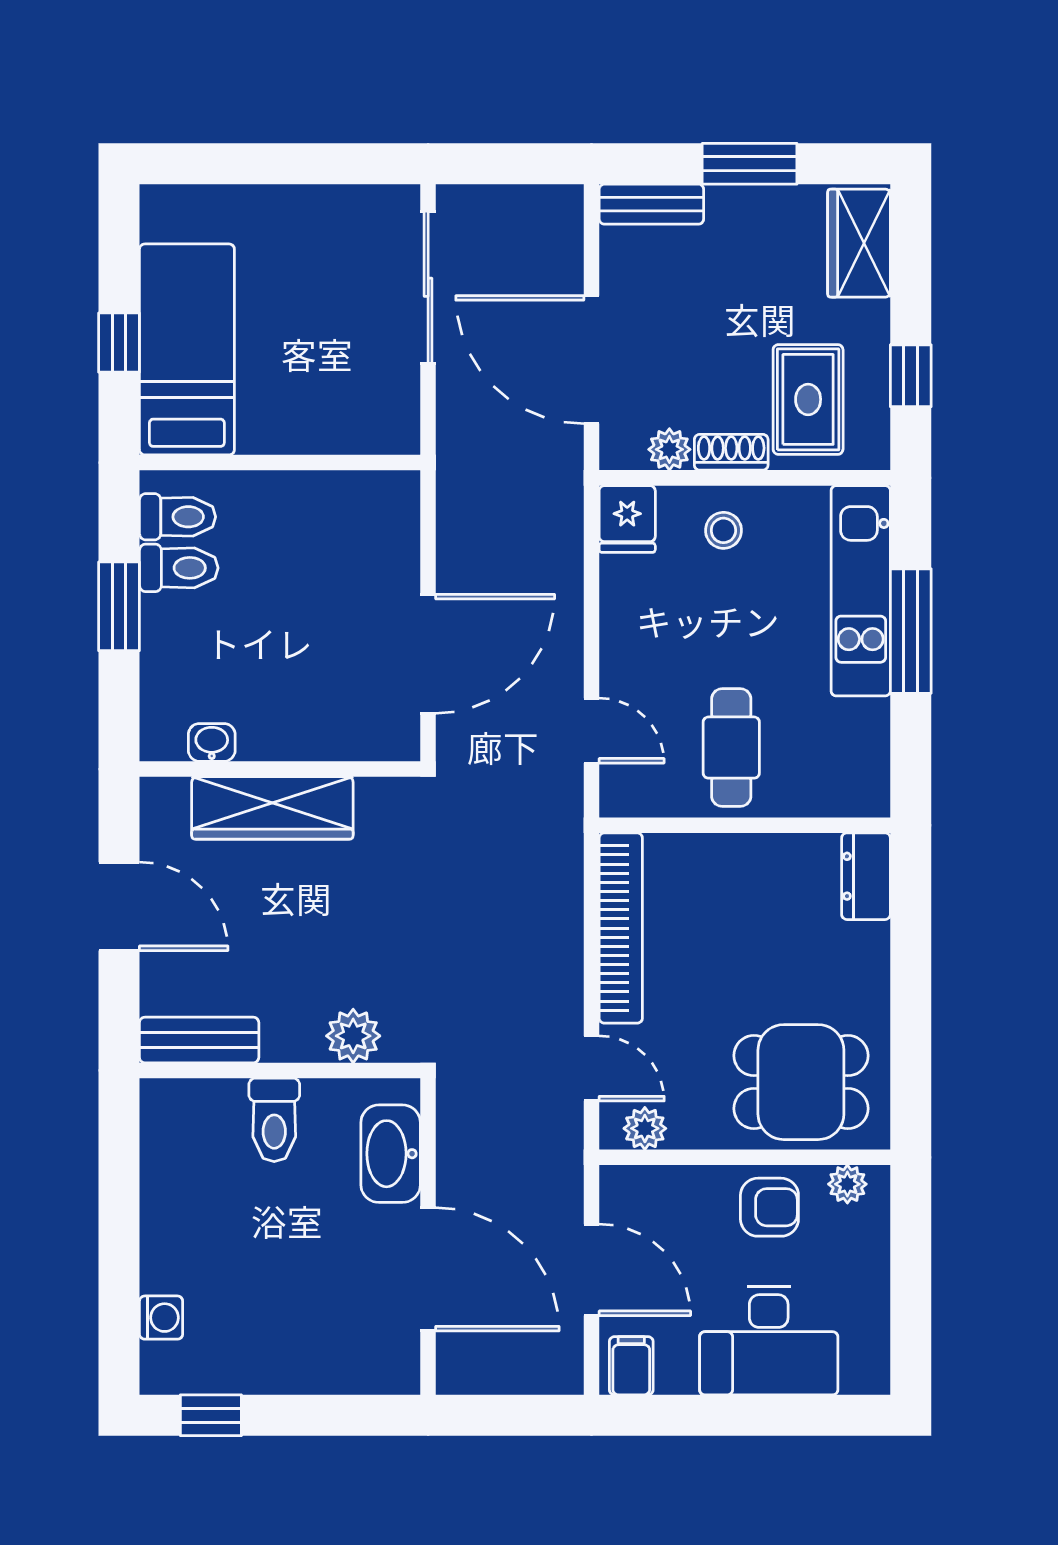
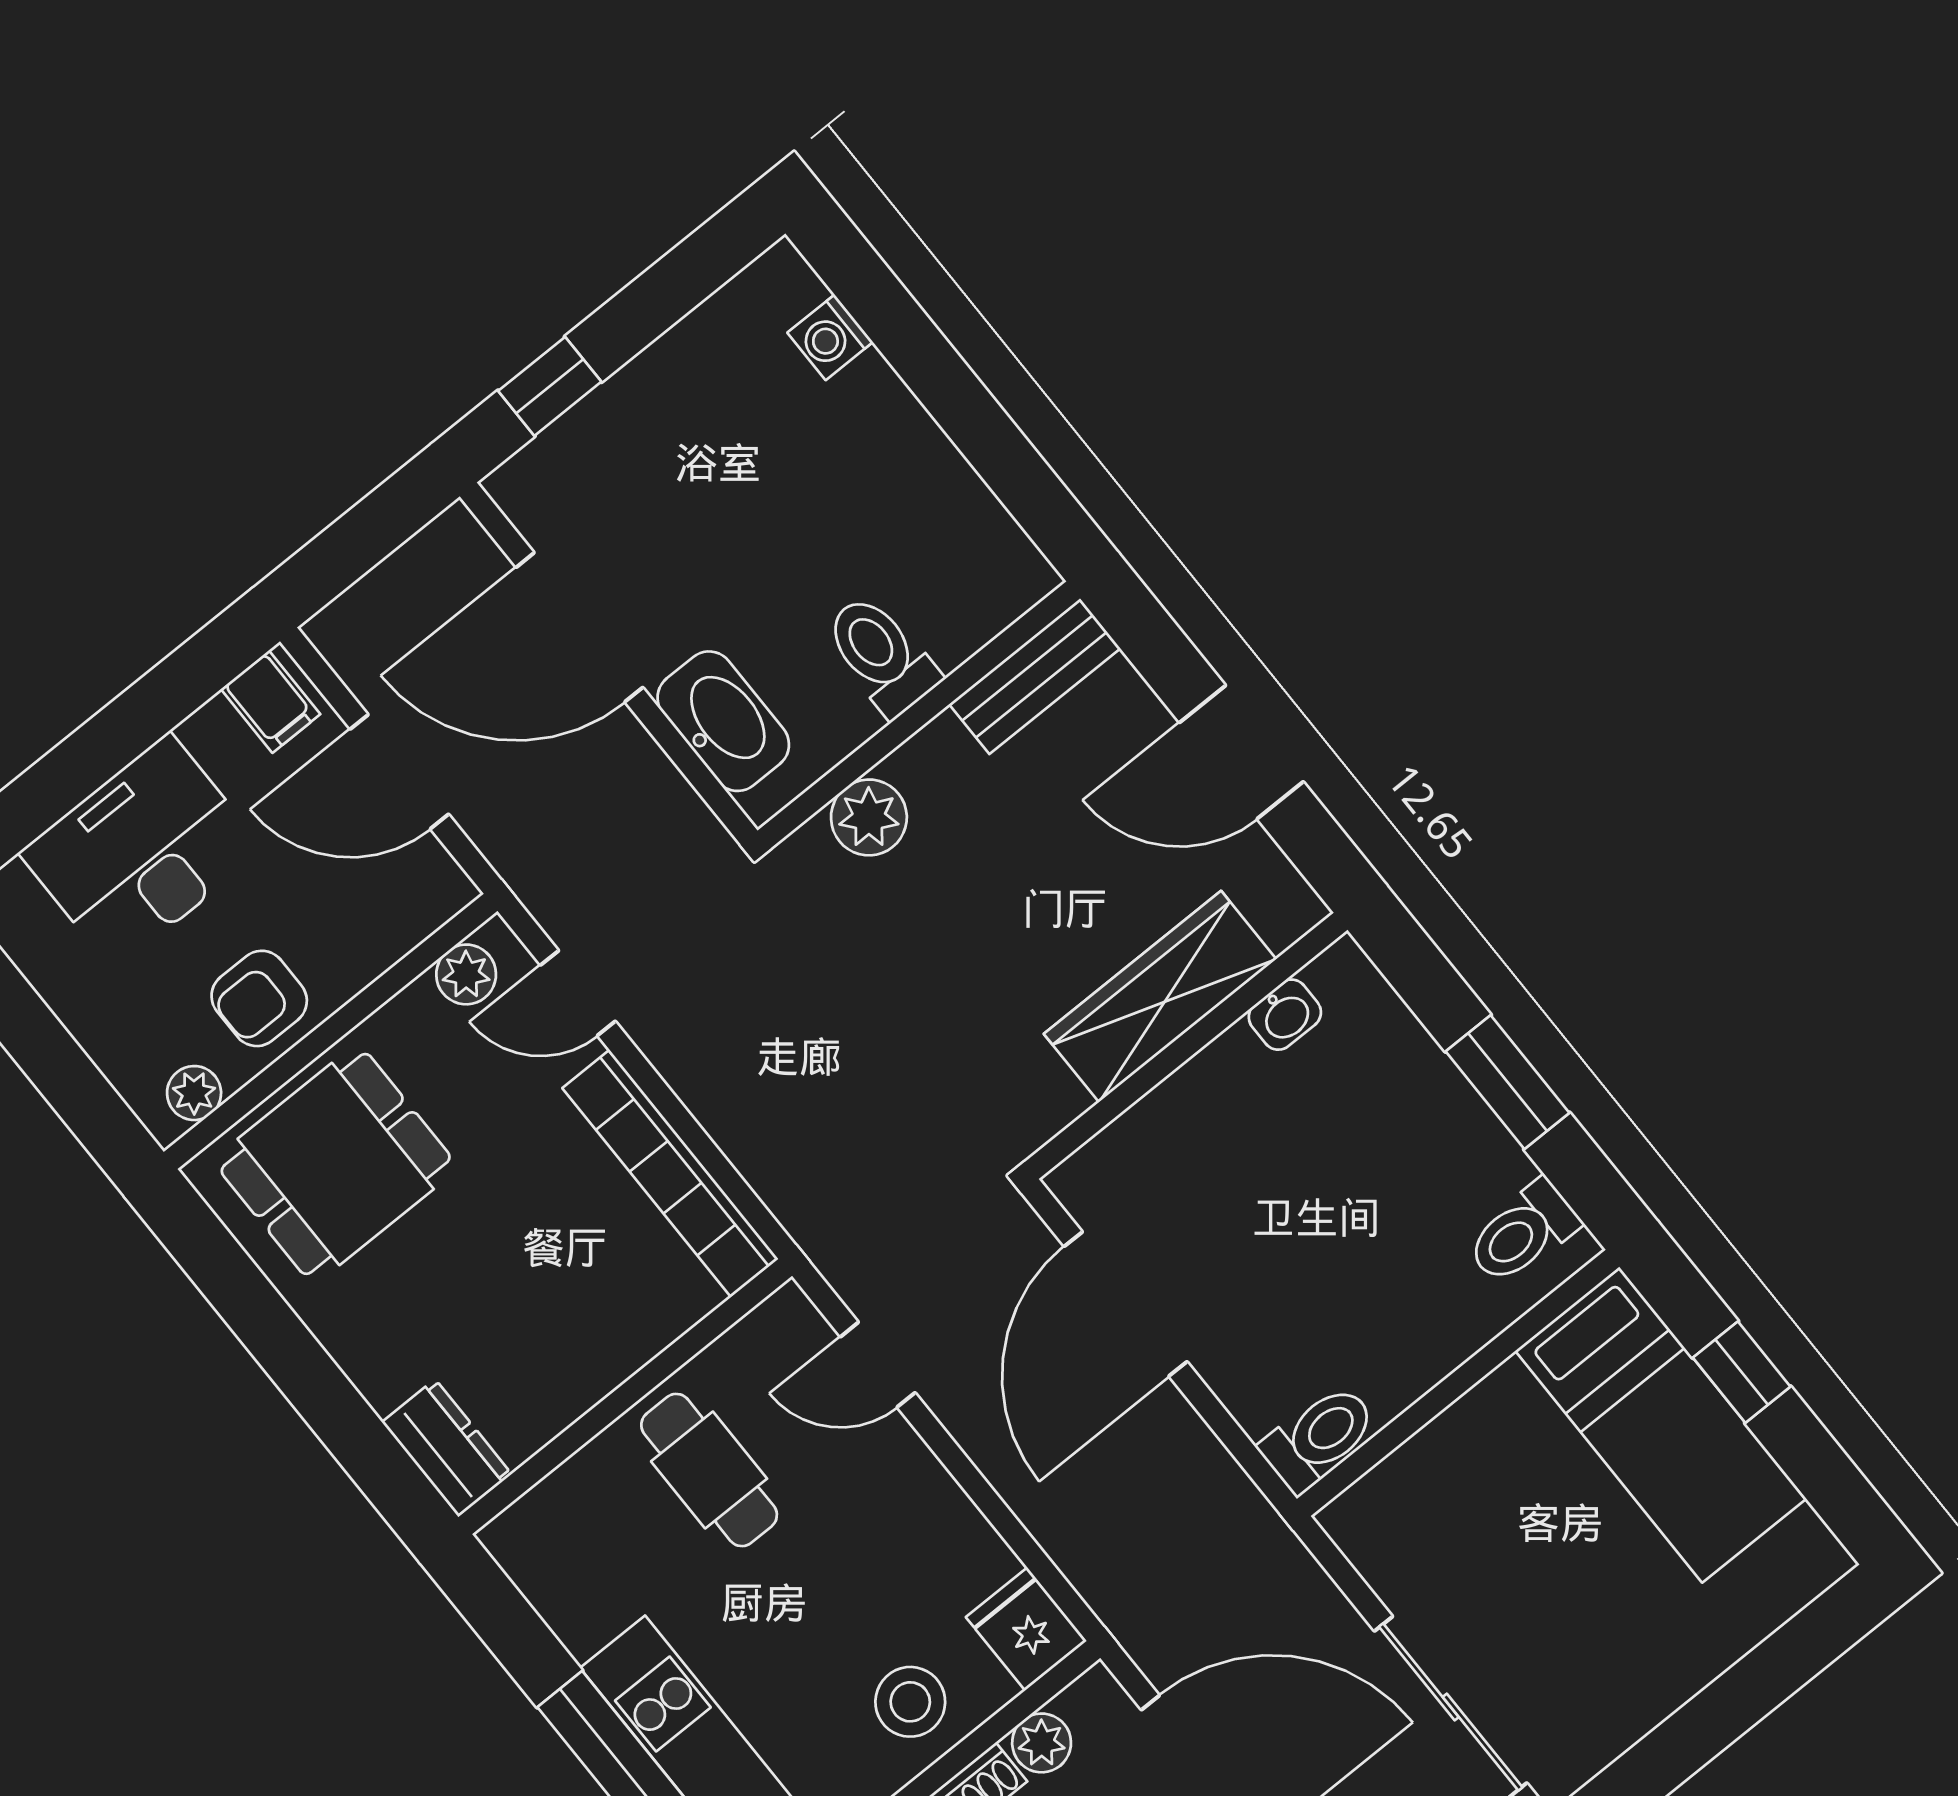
stool: (723, 530) -> (910, 1702), width x1.37, depth x1.37
toilet: (179, 568) -> (1319, 1438), moved, turned 180
window: (211, 1415) -> (550, 386), moved

